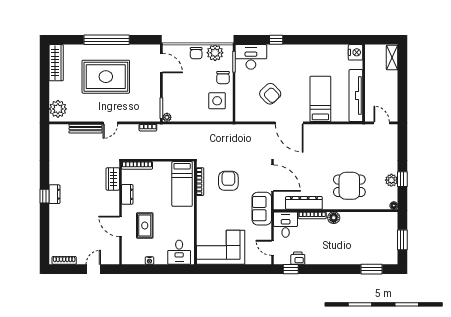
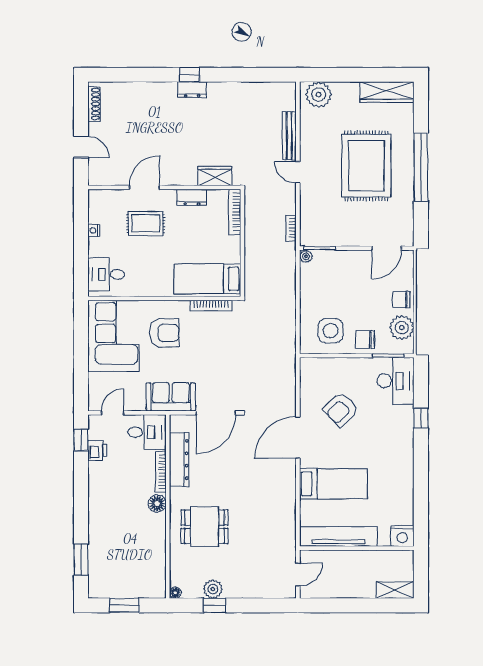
armchair: (228, 181) -> (165, 333), moved
dining table: (349, 186) -> (205, 527), turned 90

